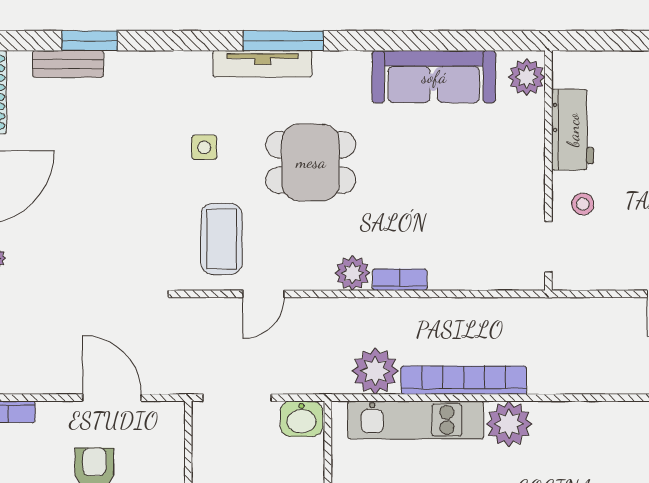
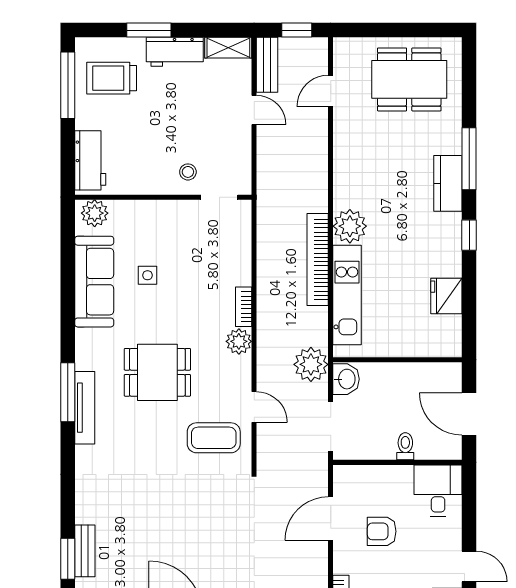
window: (90, 41) -> (68, 559), moved
workbench: (573, 130) -> (90, 160), moved, turned 90
side table: (204, 147) -> (148, 275), moved
dining table: (311, 162) -> (157, 372), turned 90
plant: (375, 371) -> (311, 364), moved

